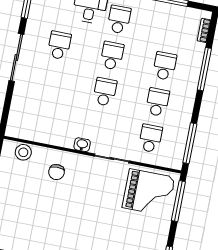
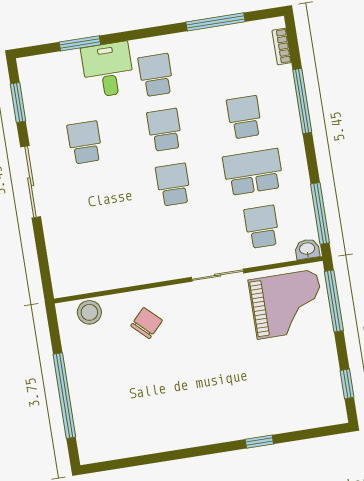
school desk: (157, 102) -> (253, 172), width x1.85
washbasin: (82, 145) -> (307, 249), moved
chair: (57, 172) -> (147, 323), turned -136

